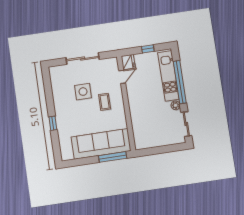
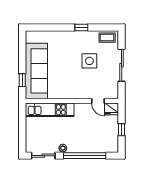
kitchen unit: (168, 76) -> (50, 110), moved, turned 180
coffee table: (105, 102) -> (107, 38), moved
window: (53, 123) -> (81, 27), moved
window: (113, 157) -> (22, 80), width x0.46

